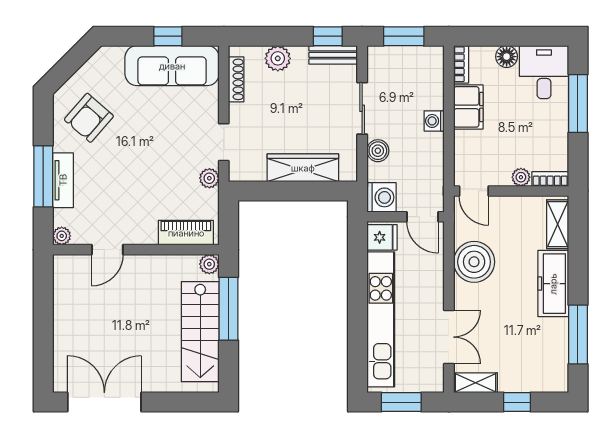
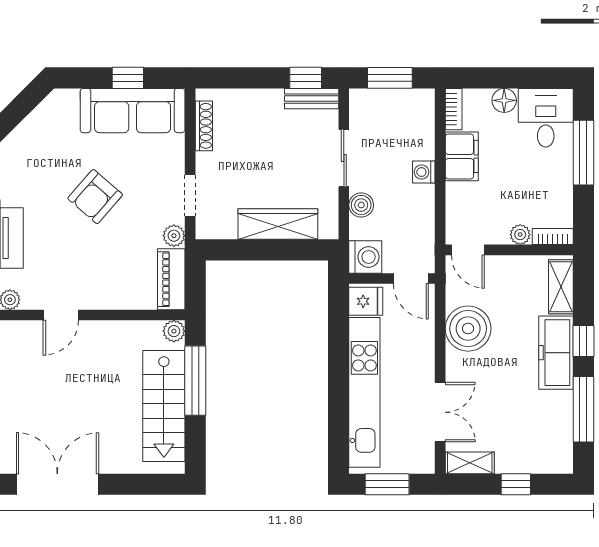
plant: (278, 58) -> (250, 103), removed
armchair: (89, 118) -> (95, 197), moved
piano: (186, 233) -> (171, 279), moved, turned -90
window: (578, 273) -> (583, 341), added

